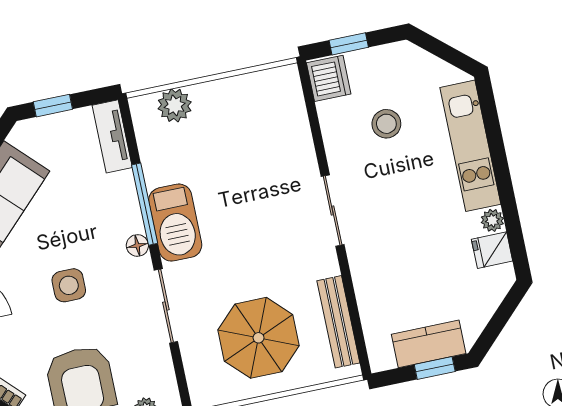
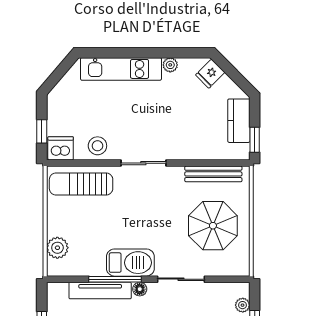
sun lounger: (280, 121) -> (81, 184), added
stool: (386, 124) -> (97, 146), moved
tv unit: (112, 136) -> (100, 291), moved, width x1.41
fridge: (492, 250) -> (210, 74), moved, turned 45
window: (435, 368) -> (255, 140), moved

